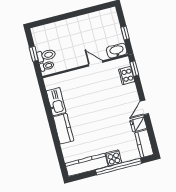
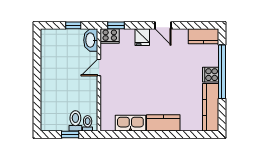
cooker: (127, 75) -> (110, 36), moved
fridge: (138, 124) -> (142, 37), moved

